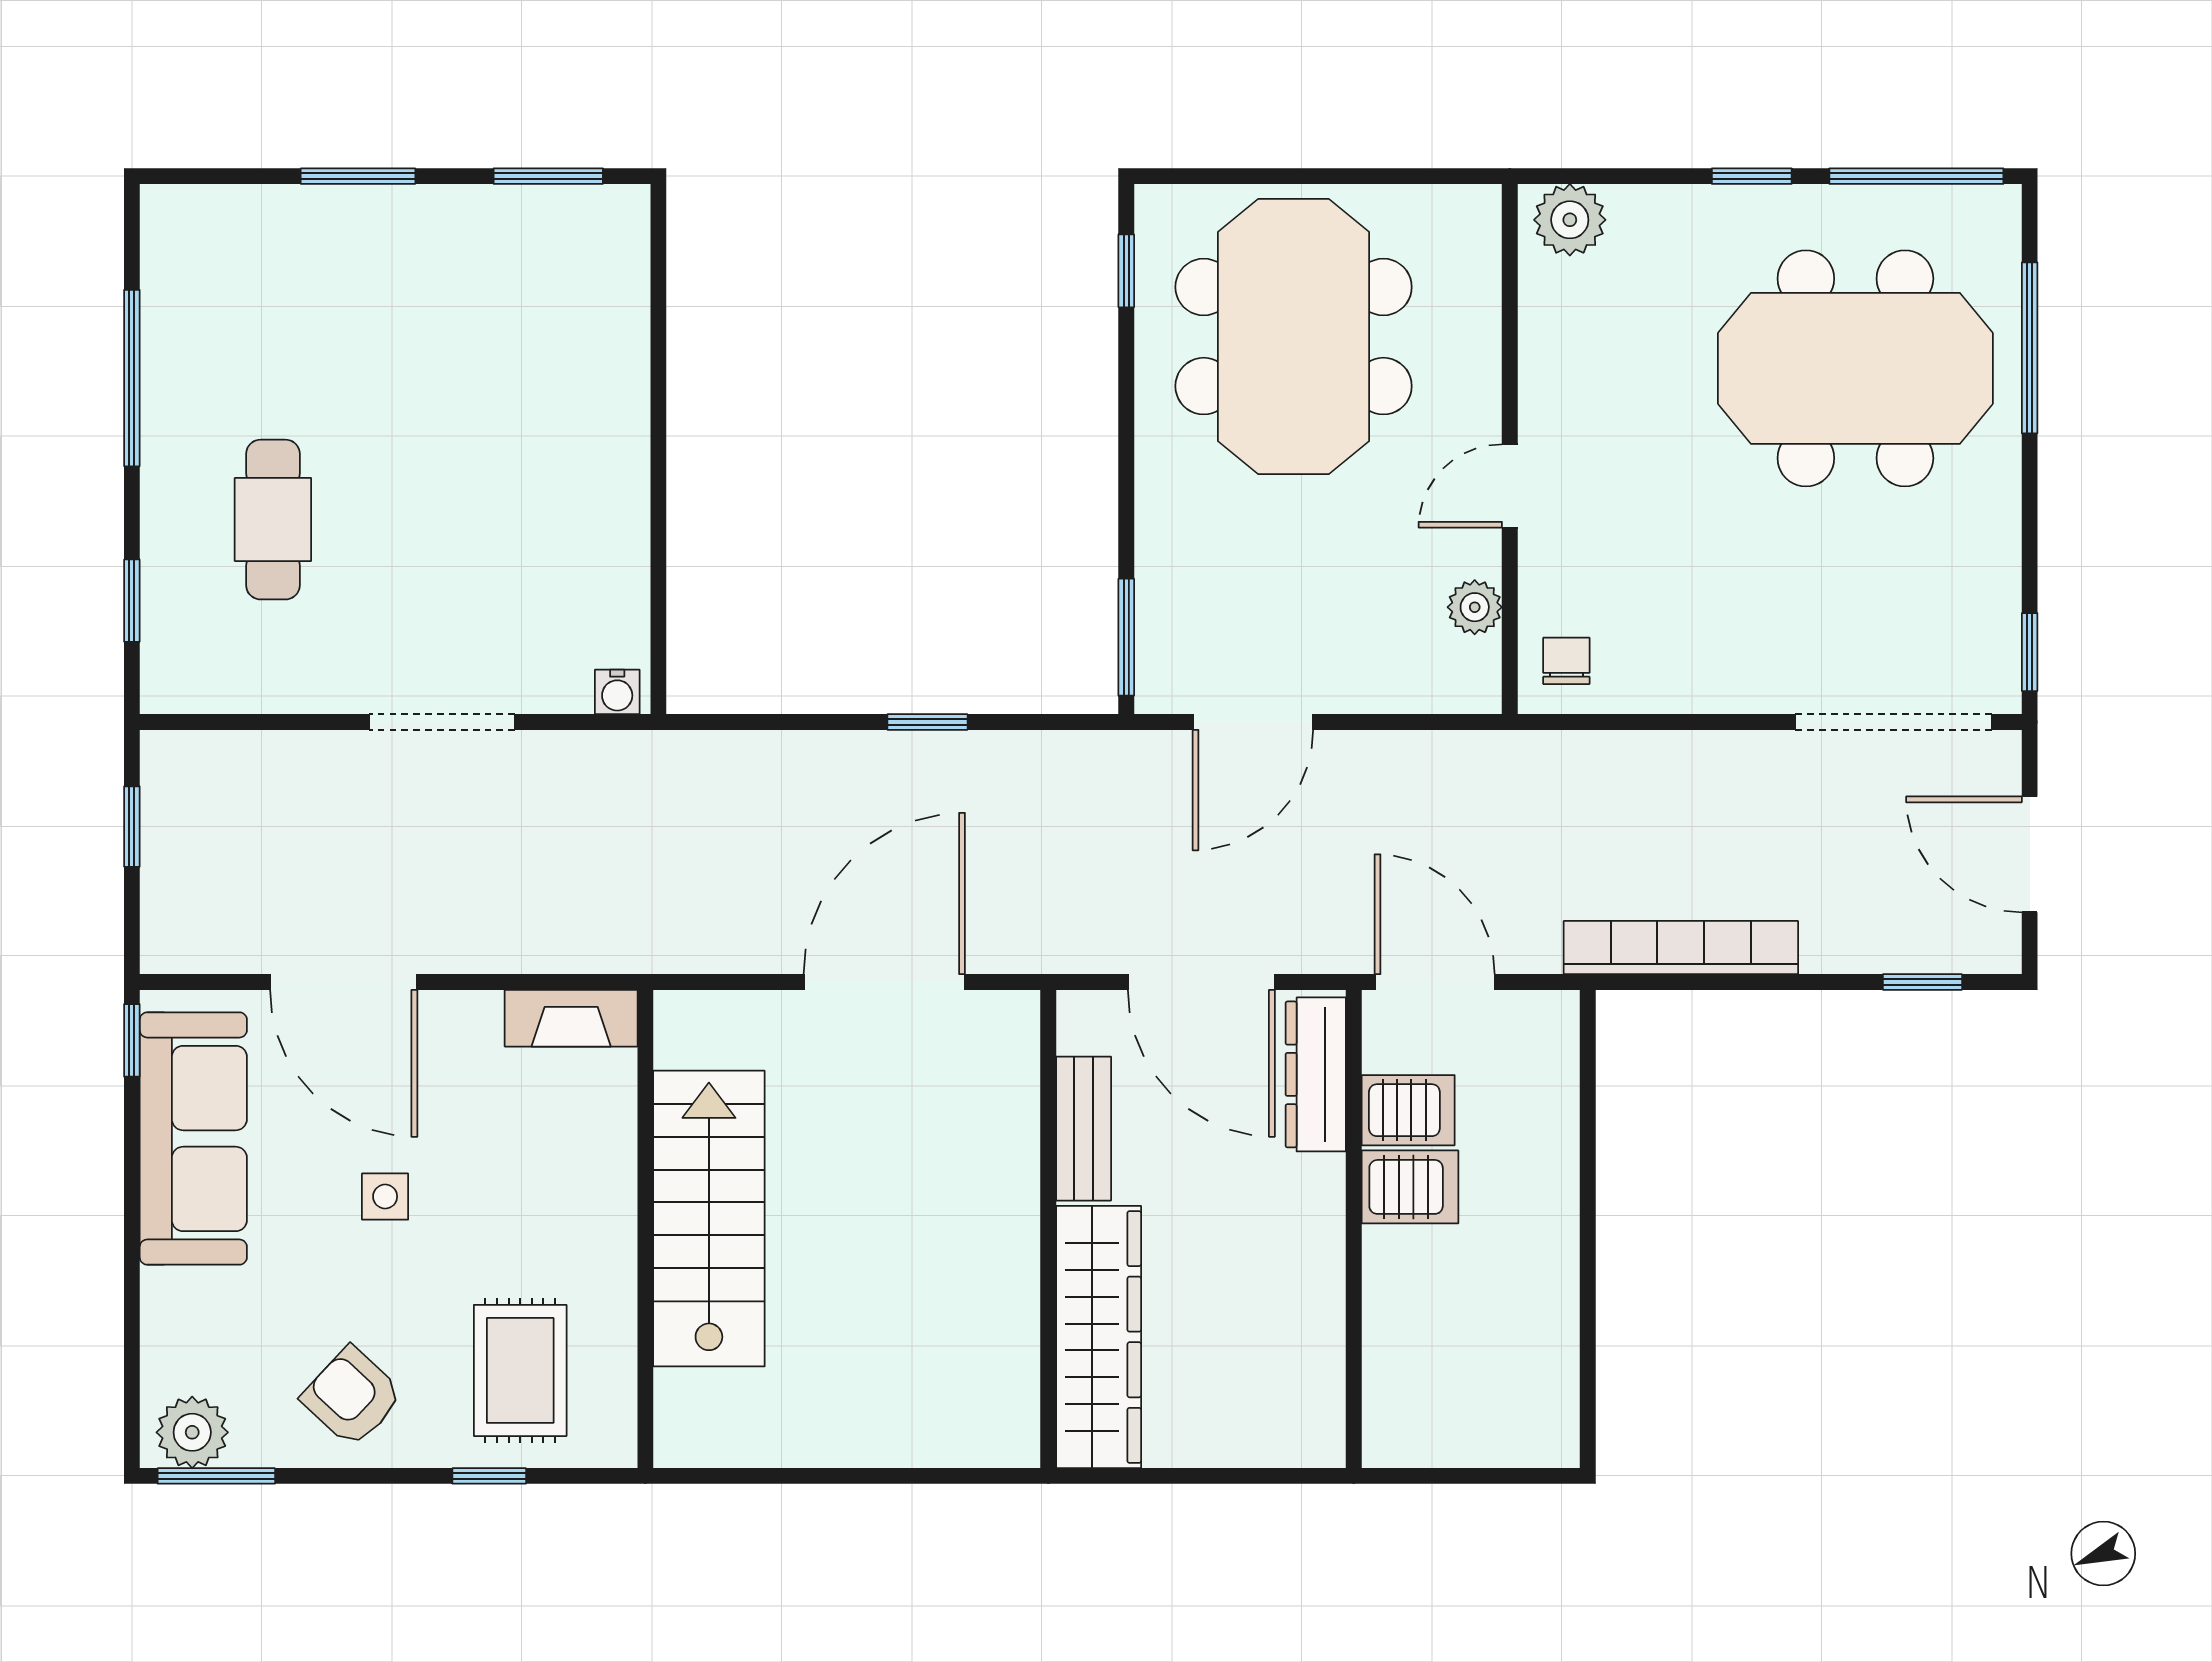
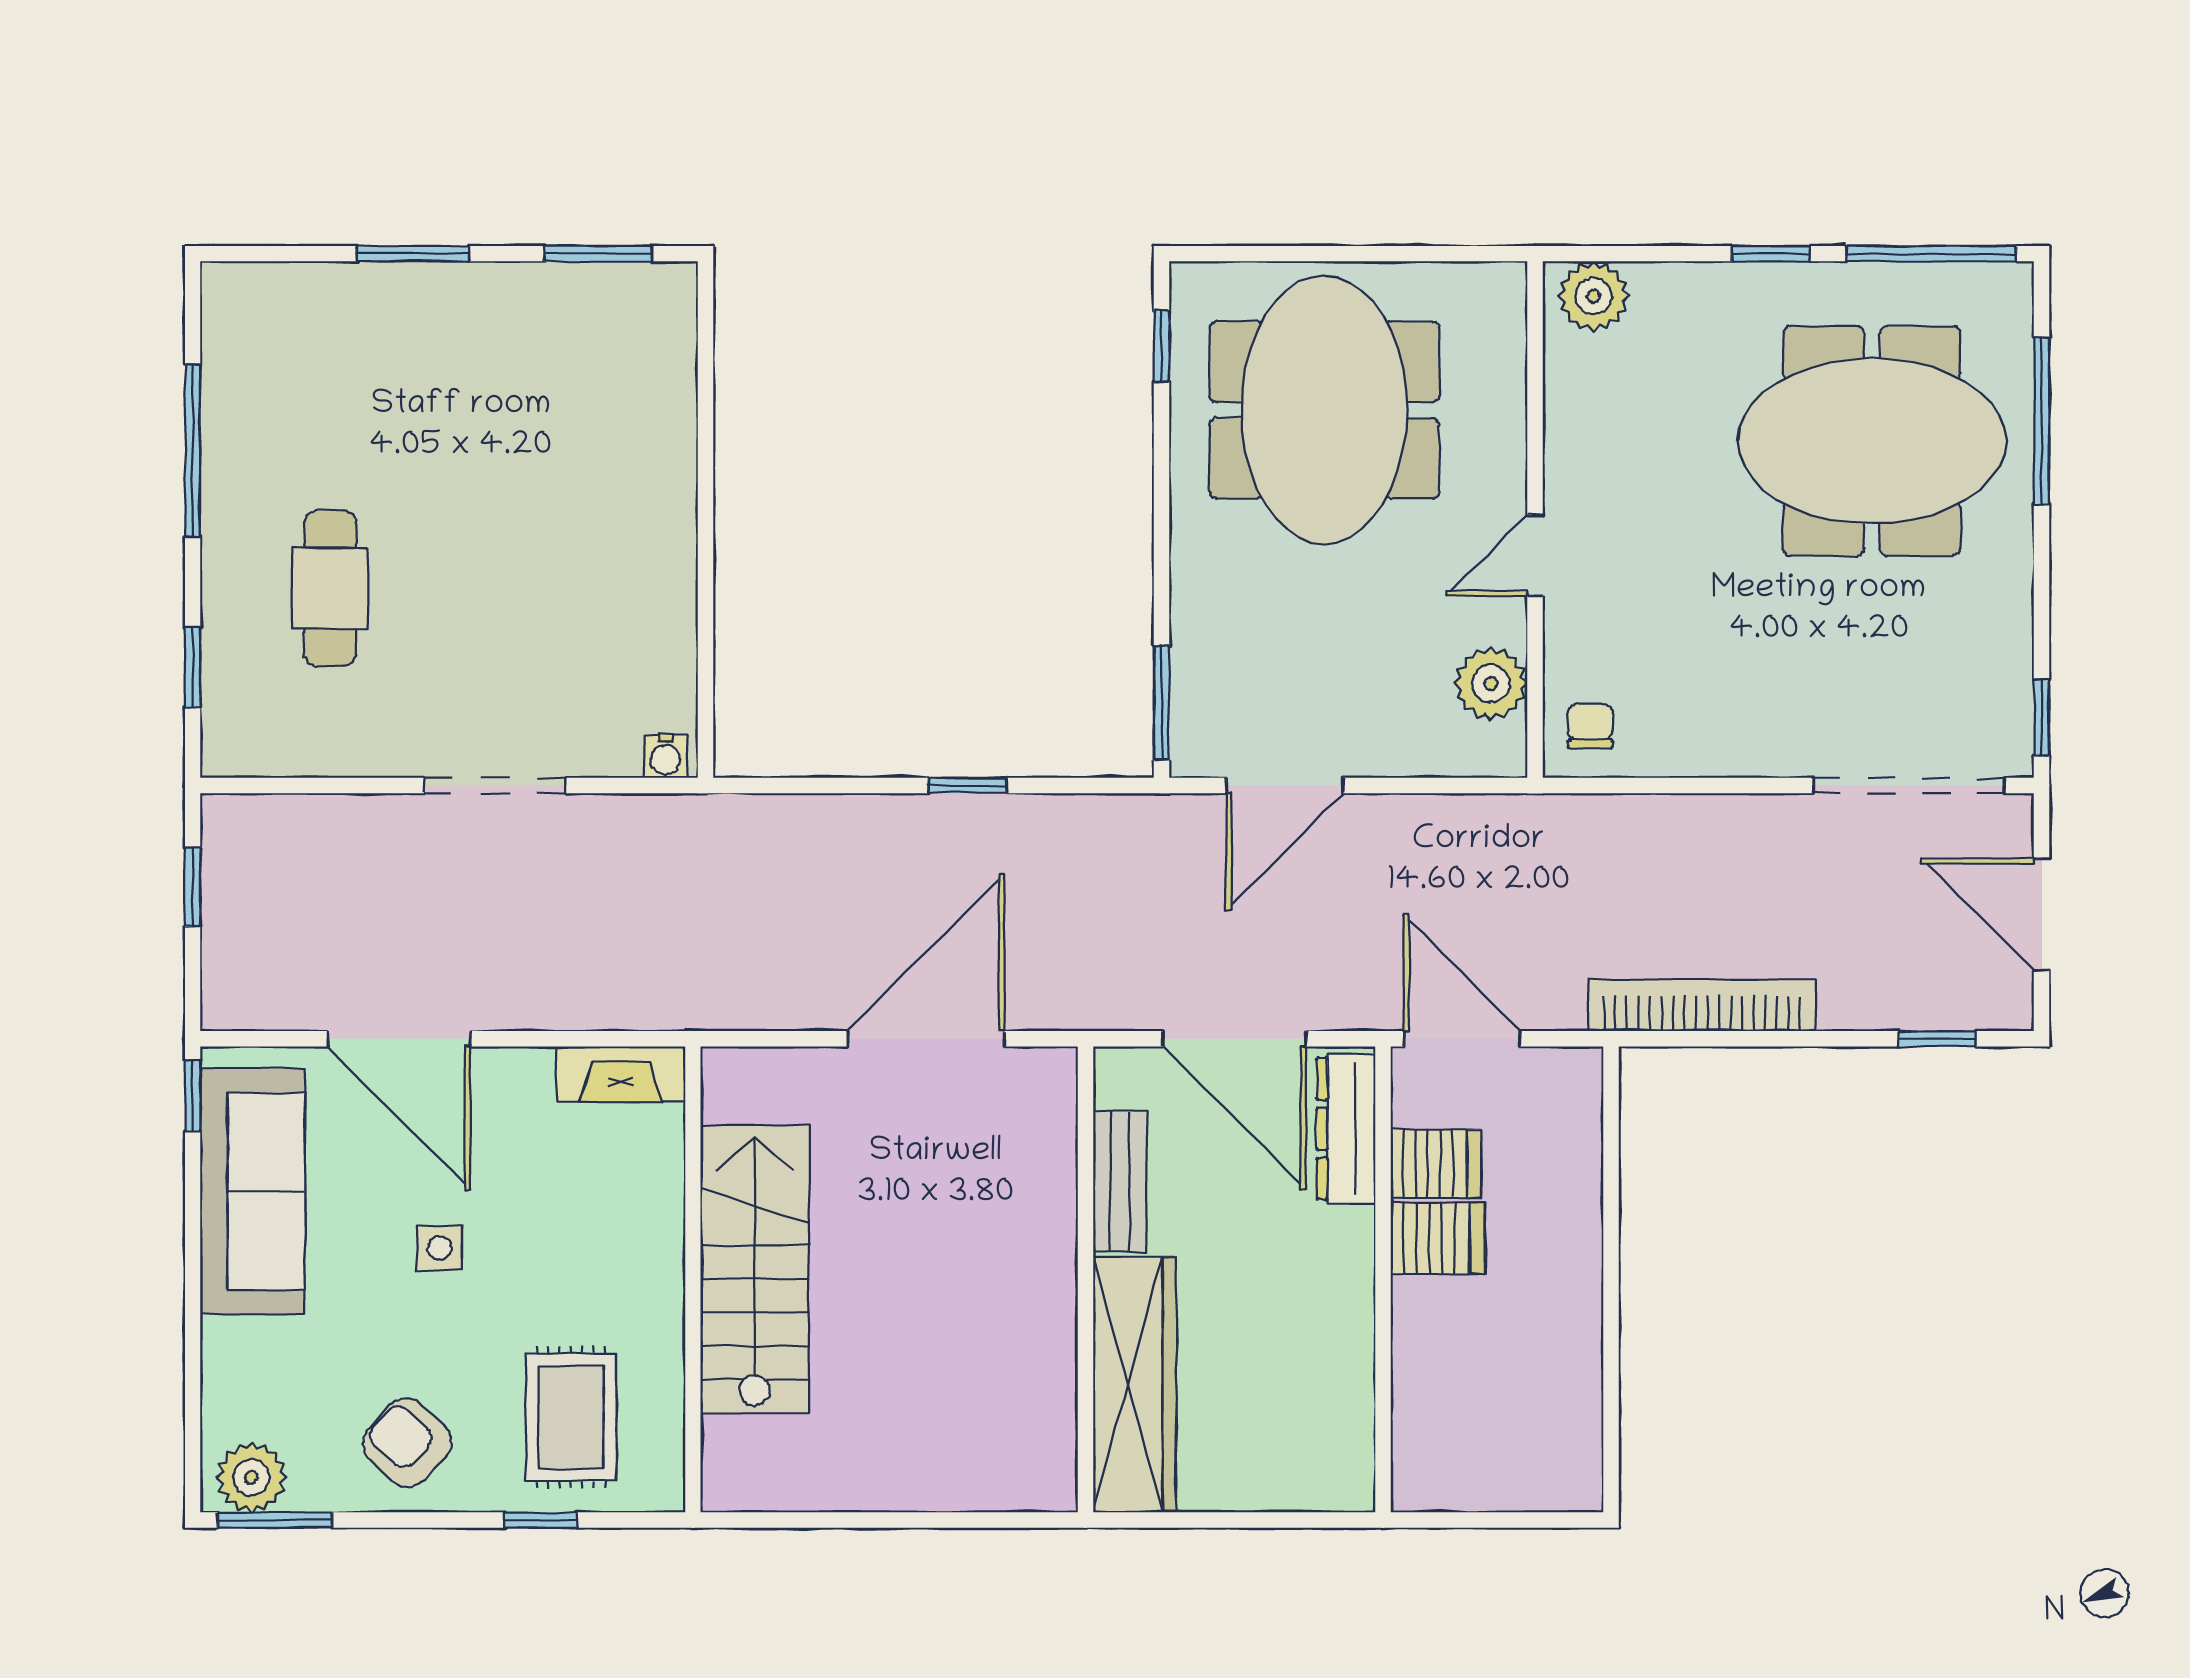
plant: (1475, 607) -> (1491, 684), width x1.38, depth x1.38

